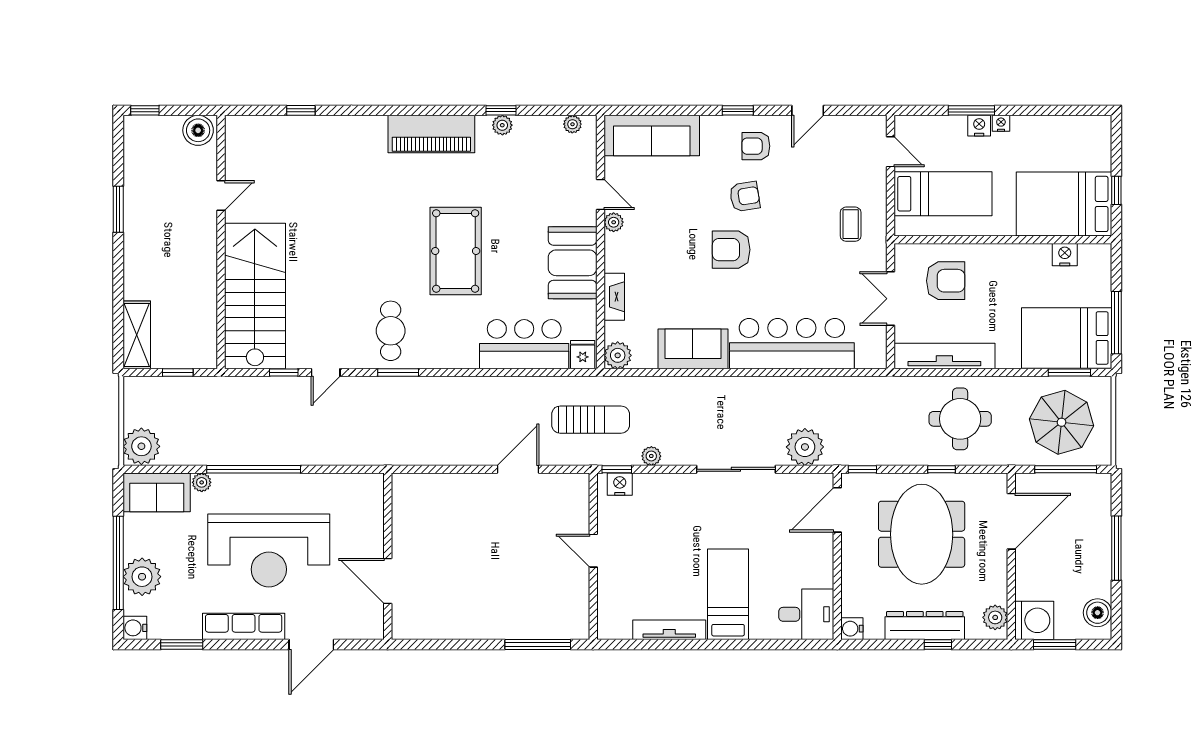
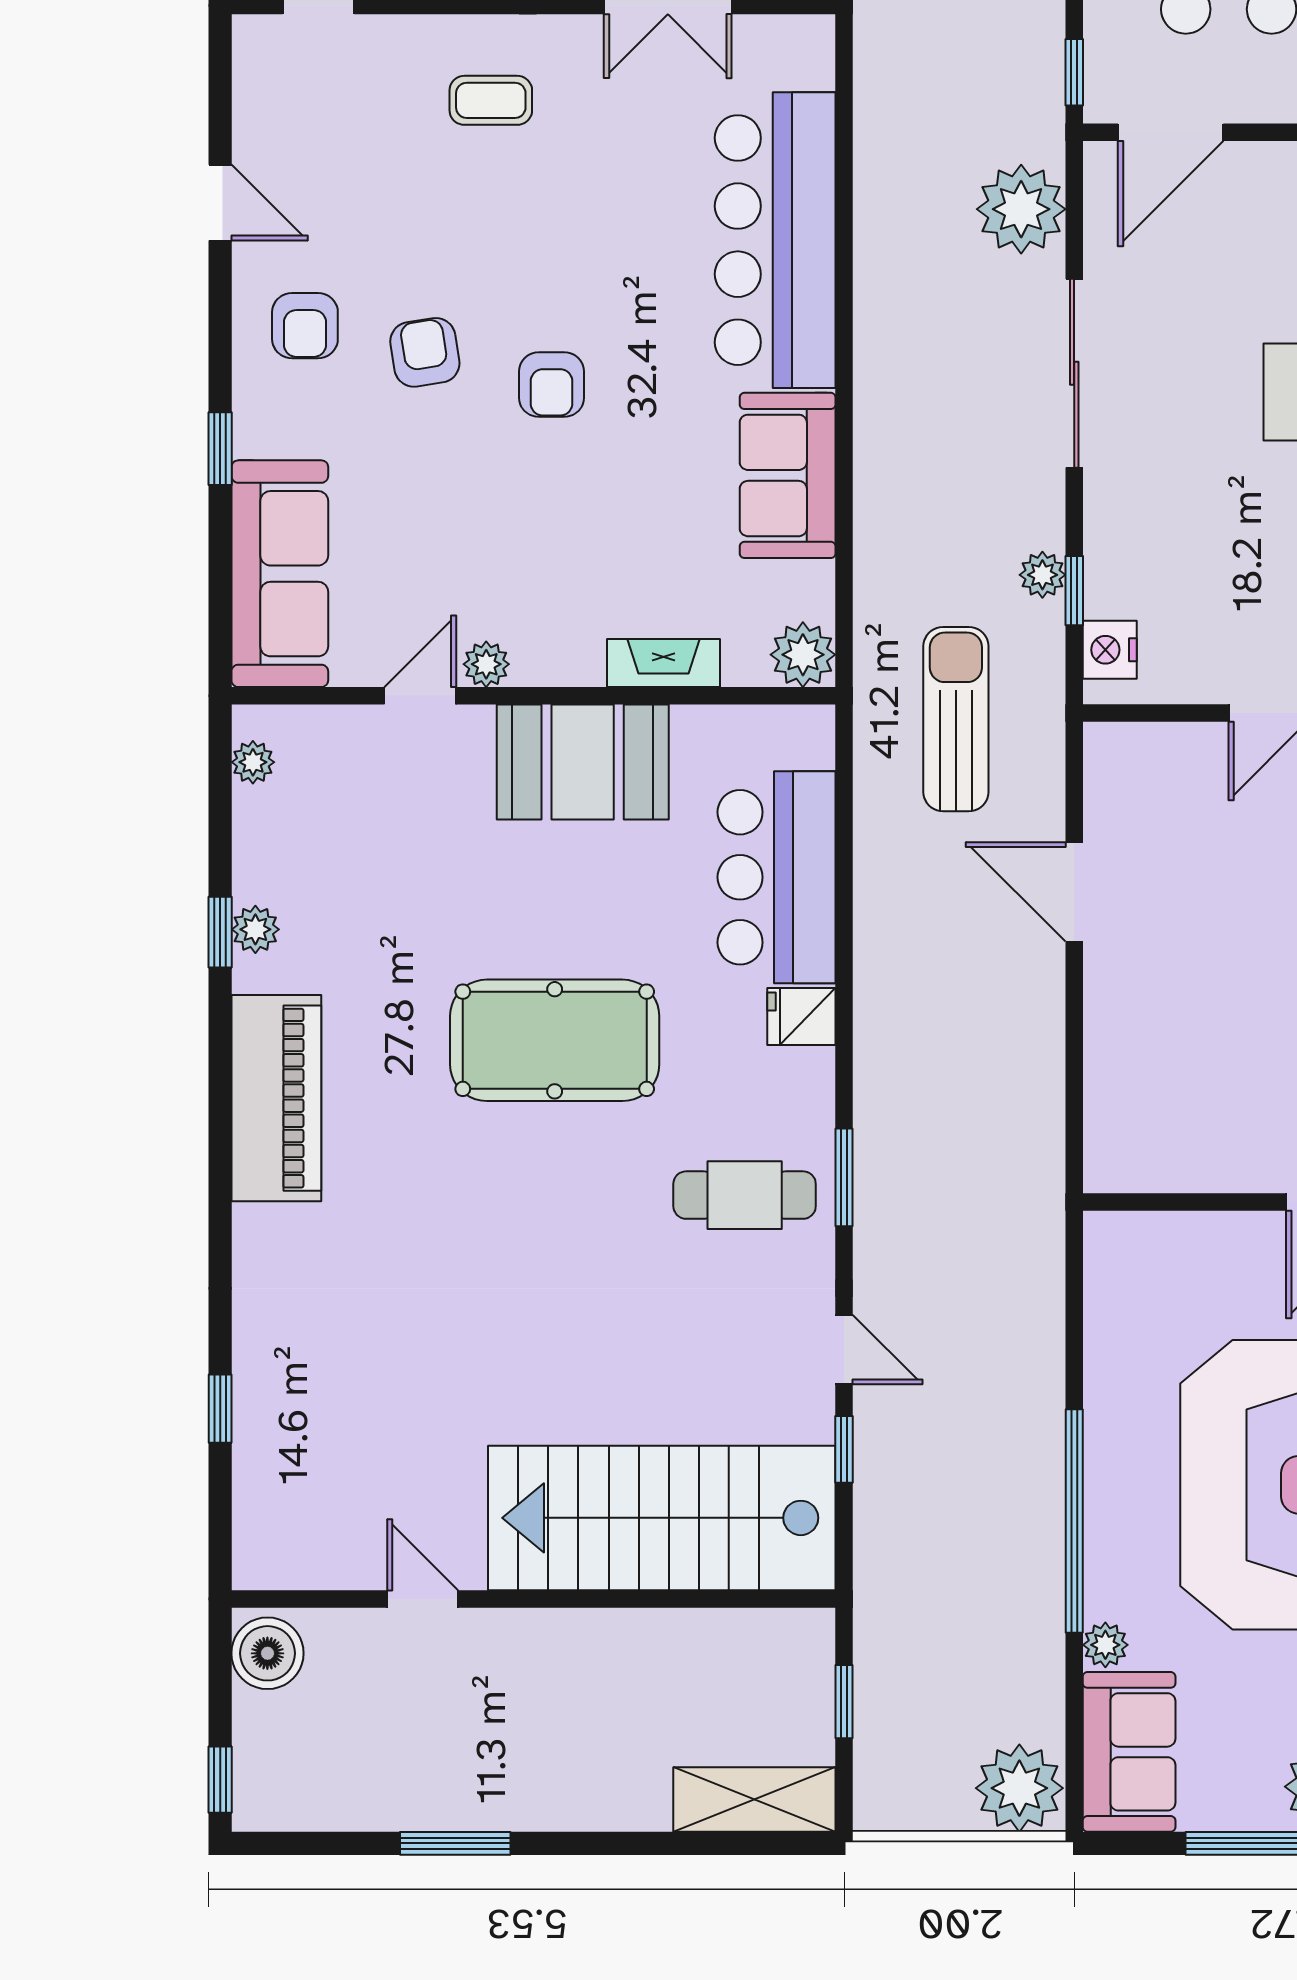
window: (738, 110) -> (220, 449), moved
armchair: (731, 250) -> (551, 385), width x0.72, depth x0.72
fridge: (583, 355) -> (801, 1016), moved
window: (617, 469) -> (1074, 591), moved
door: (837, 510) -> (1171, 132), hinge flipped

